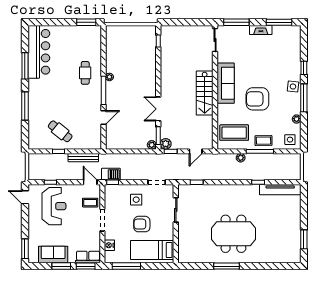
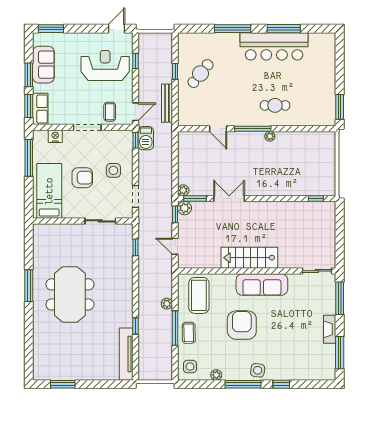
bar counter: (39, 52) -> (274, 46), moved
reception desk: (54, 206) -> (105, 66), turned 180
armchair: (142, 224) -> (82, 178), turned 90

